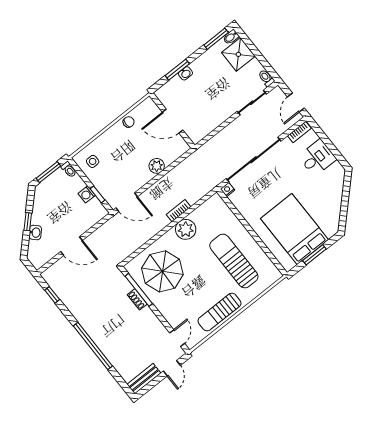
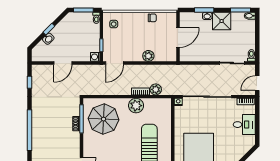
shower: (238, 54) -> (222, 21), moved
door: (173, 121) -> (178, 38), swing flipped
washing machine: (87, 194) -> (95, 57), moved
plant: (193, 195) -> (156, 89), added
door: (127, 202) -> (115, 63), hinge flipped
door: (72, 246) -> (63, 63), hinge flipped

